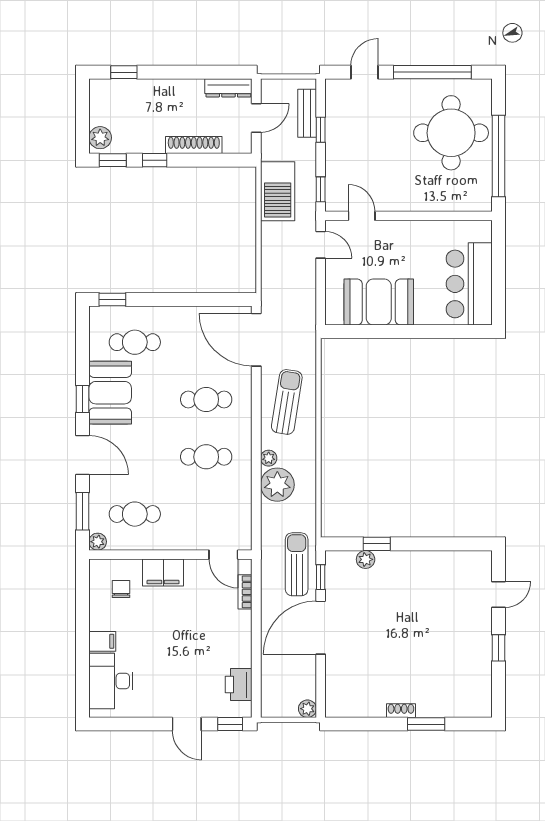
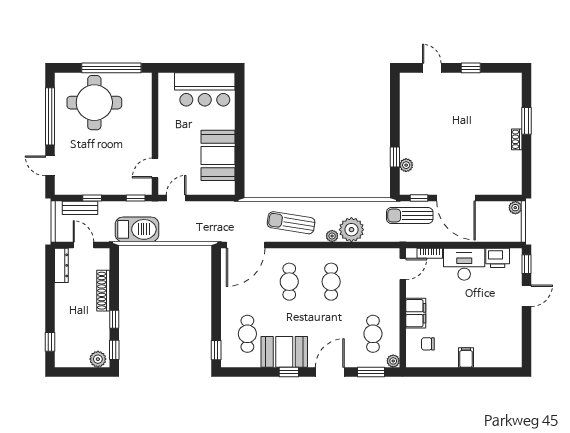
desk: (111, 681) -> (464, 264), moved, turned 180

